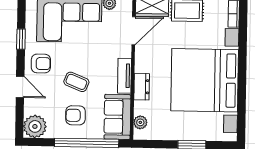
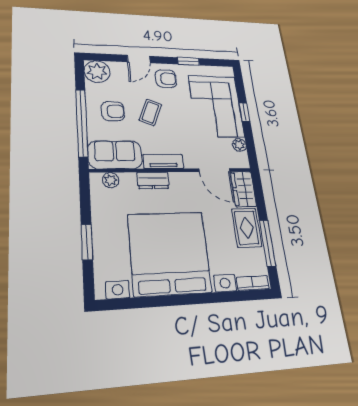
armchair: (41, 64) -> (166, 79), turned -90
armchair: (75, 115) -> (113, 111), turned 90

